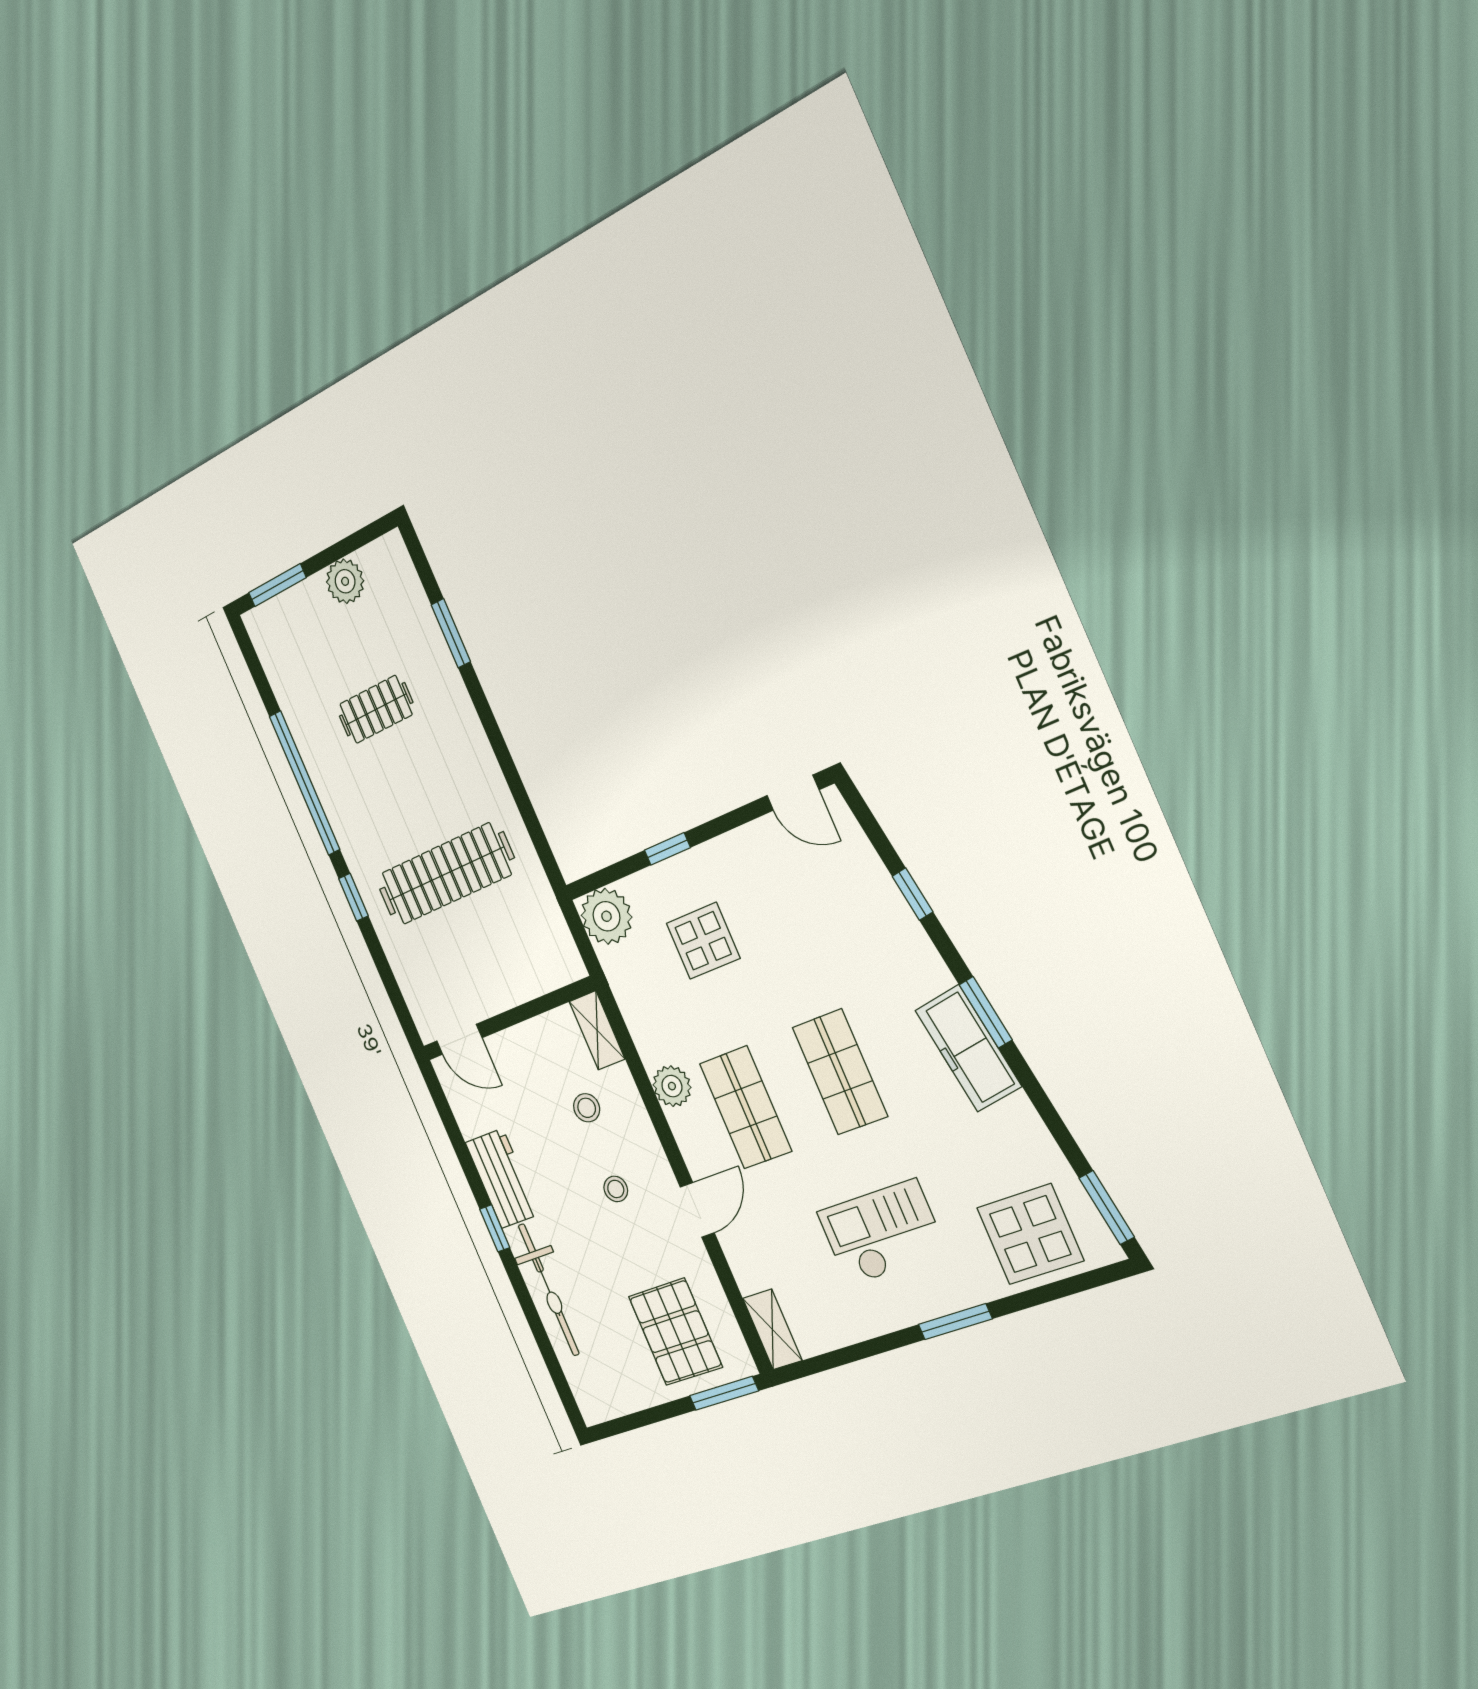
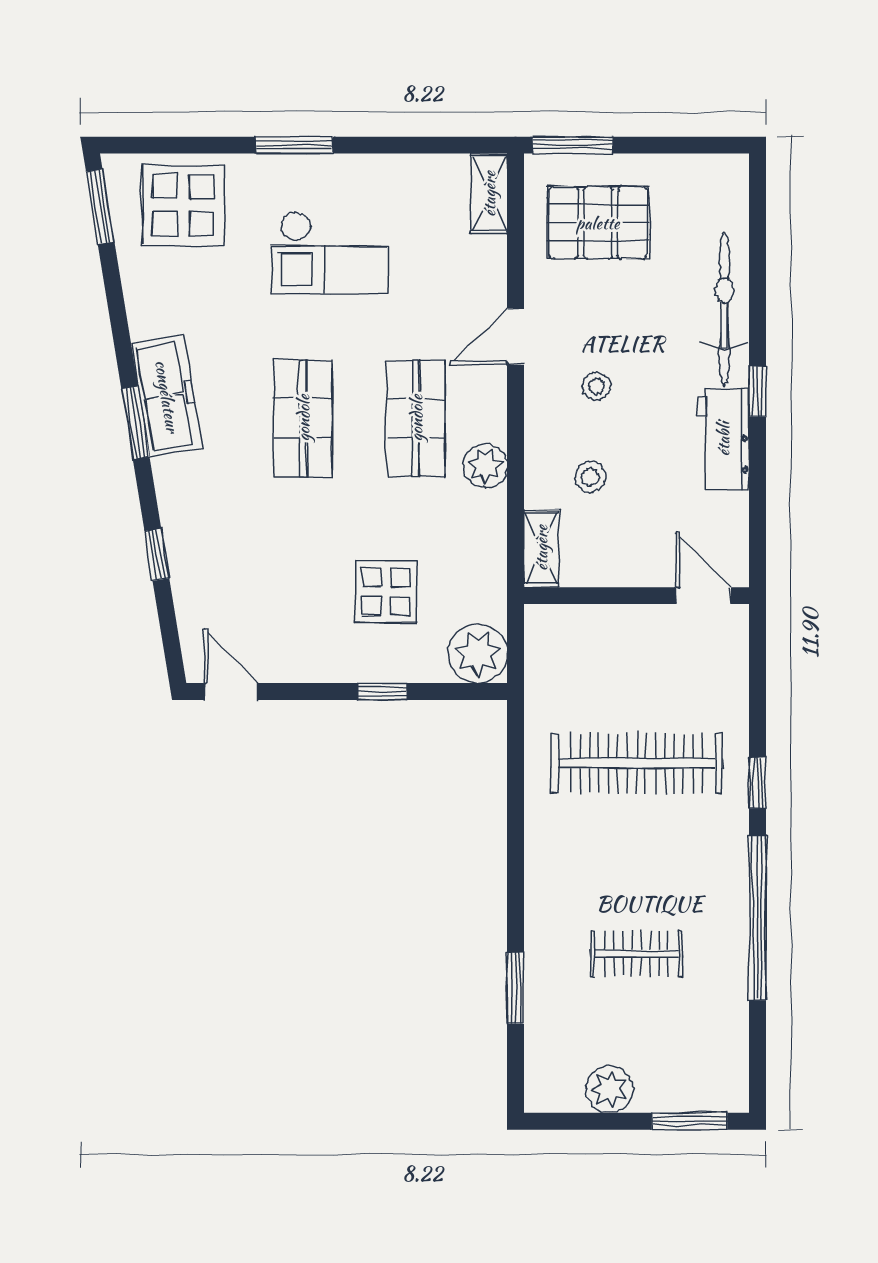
pallet: (675, 1332) -> (598, 223), turned 90

